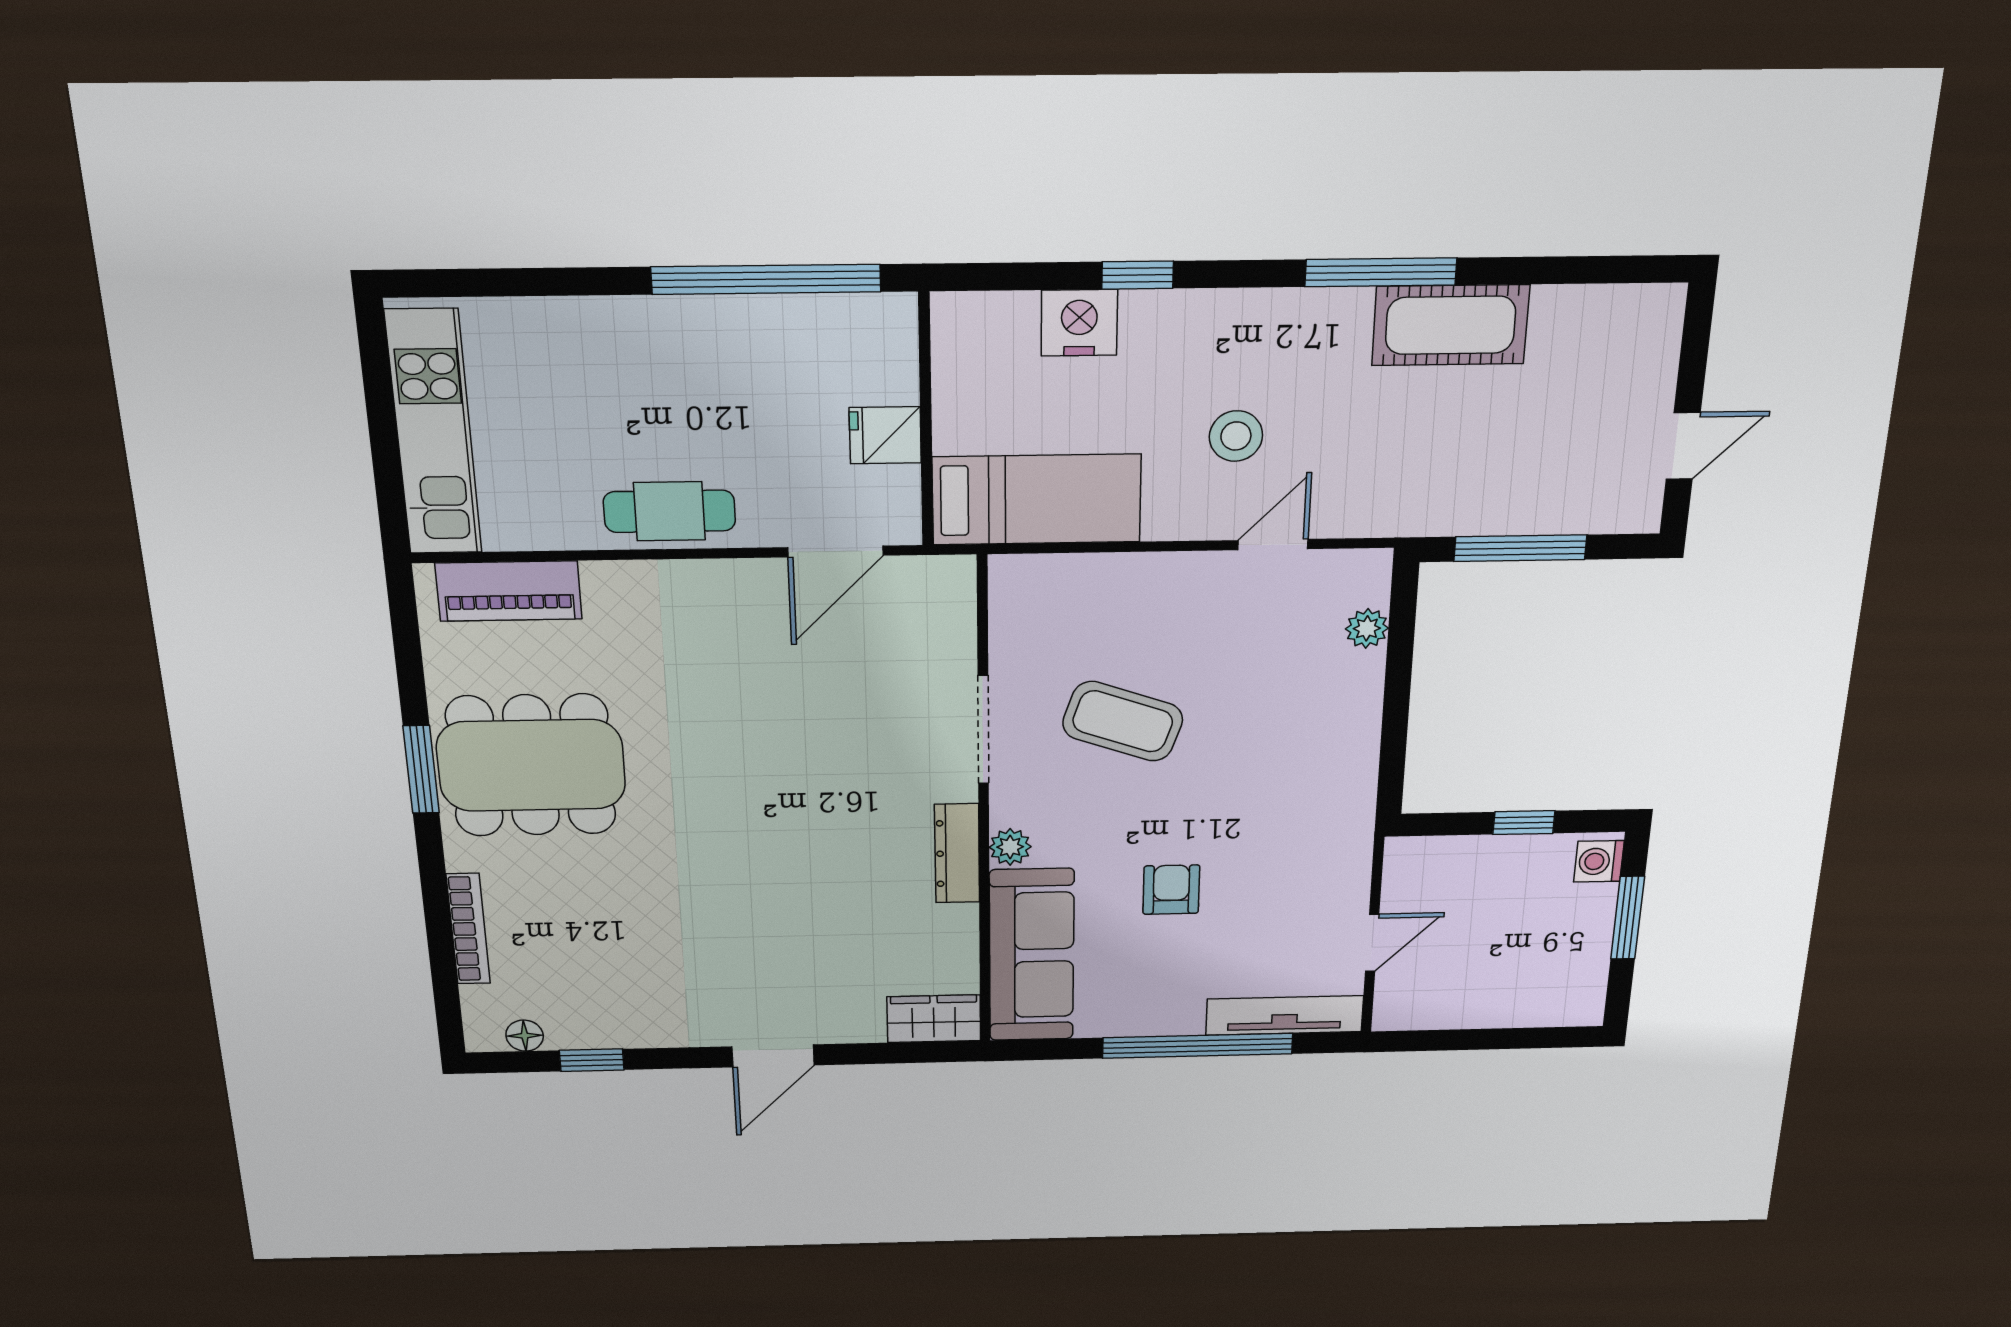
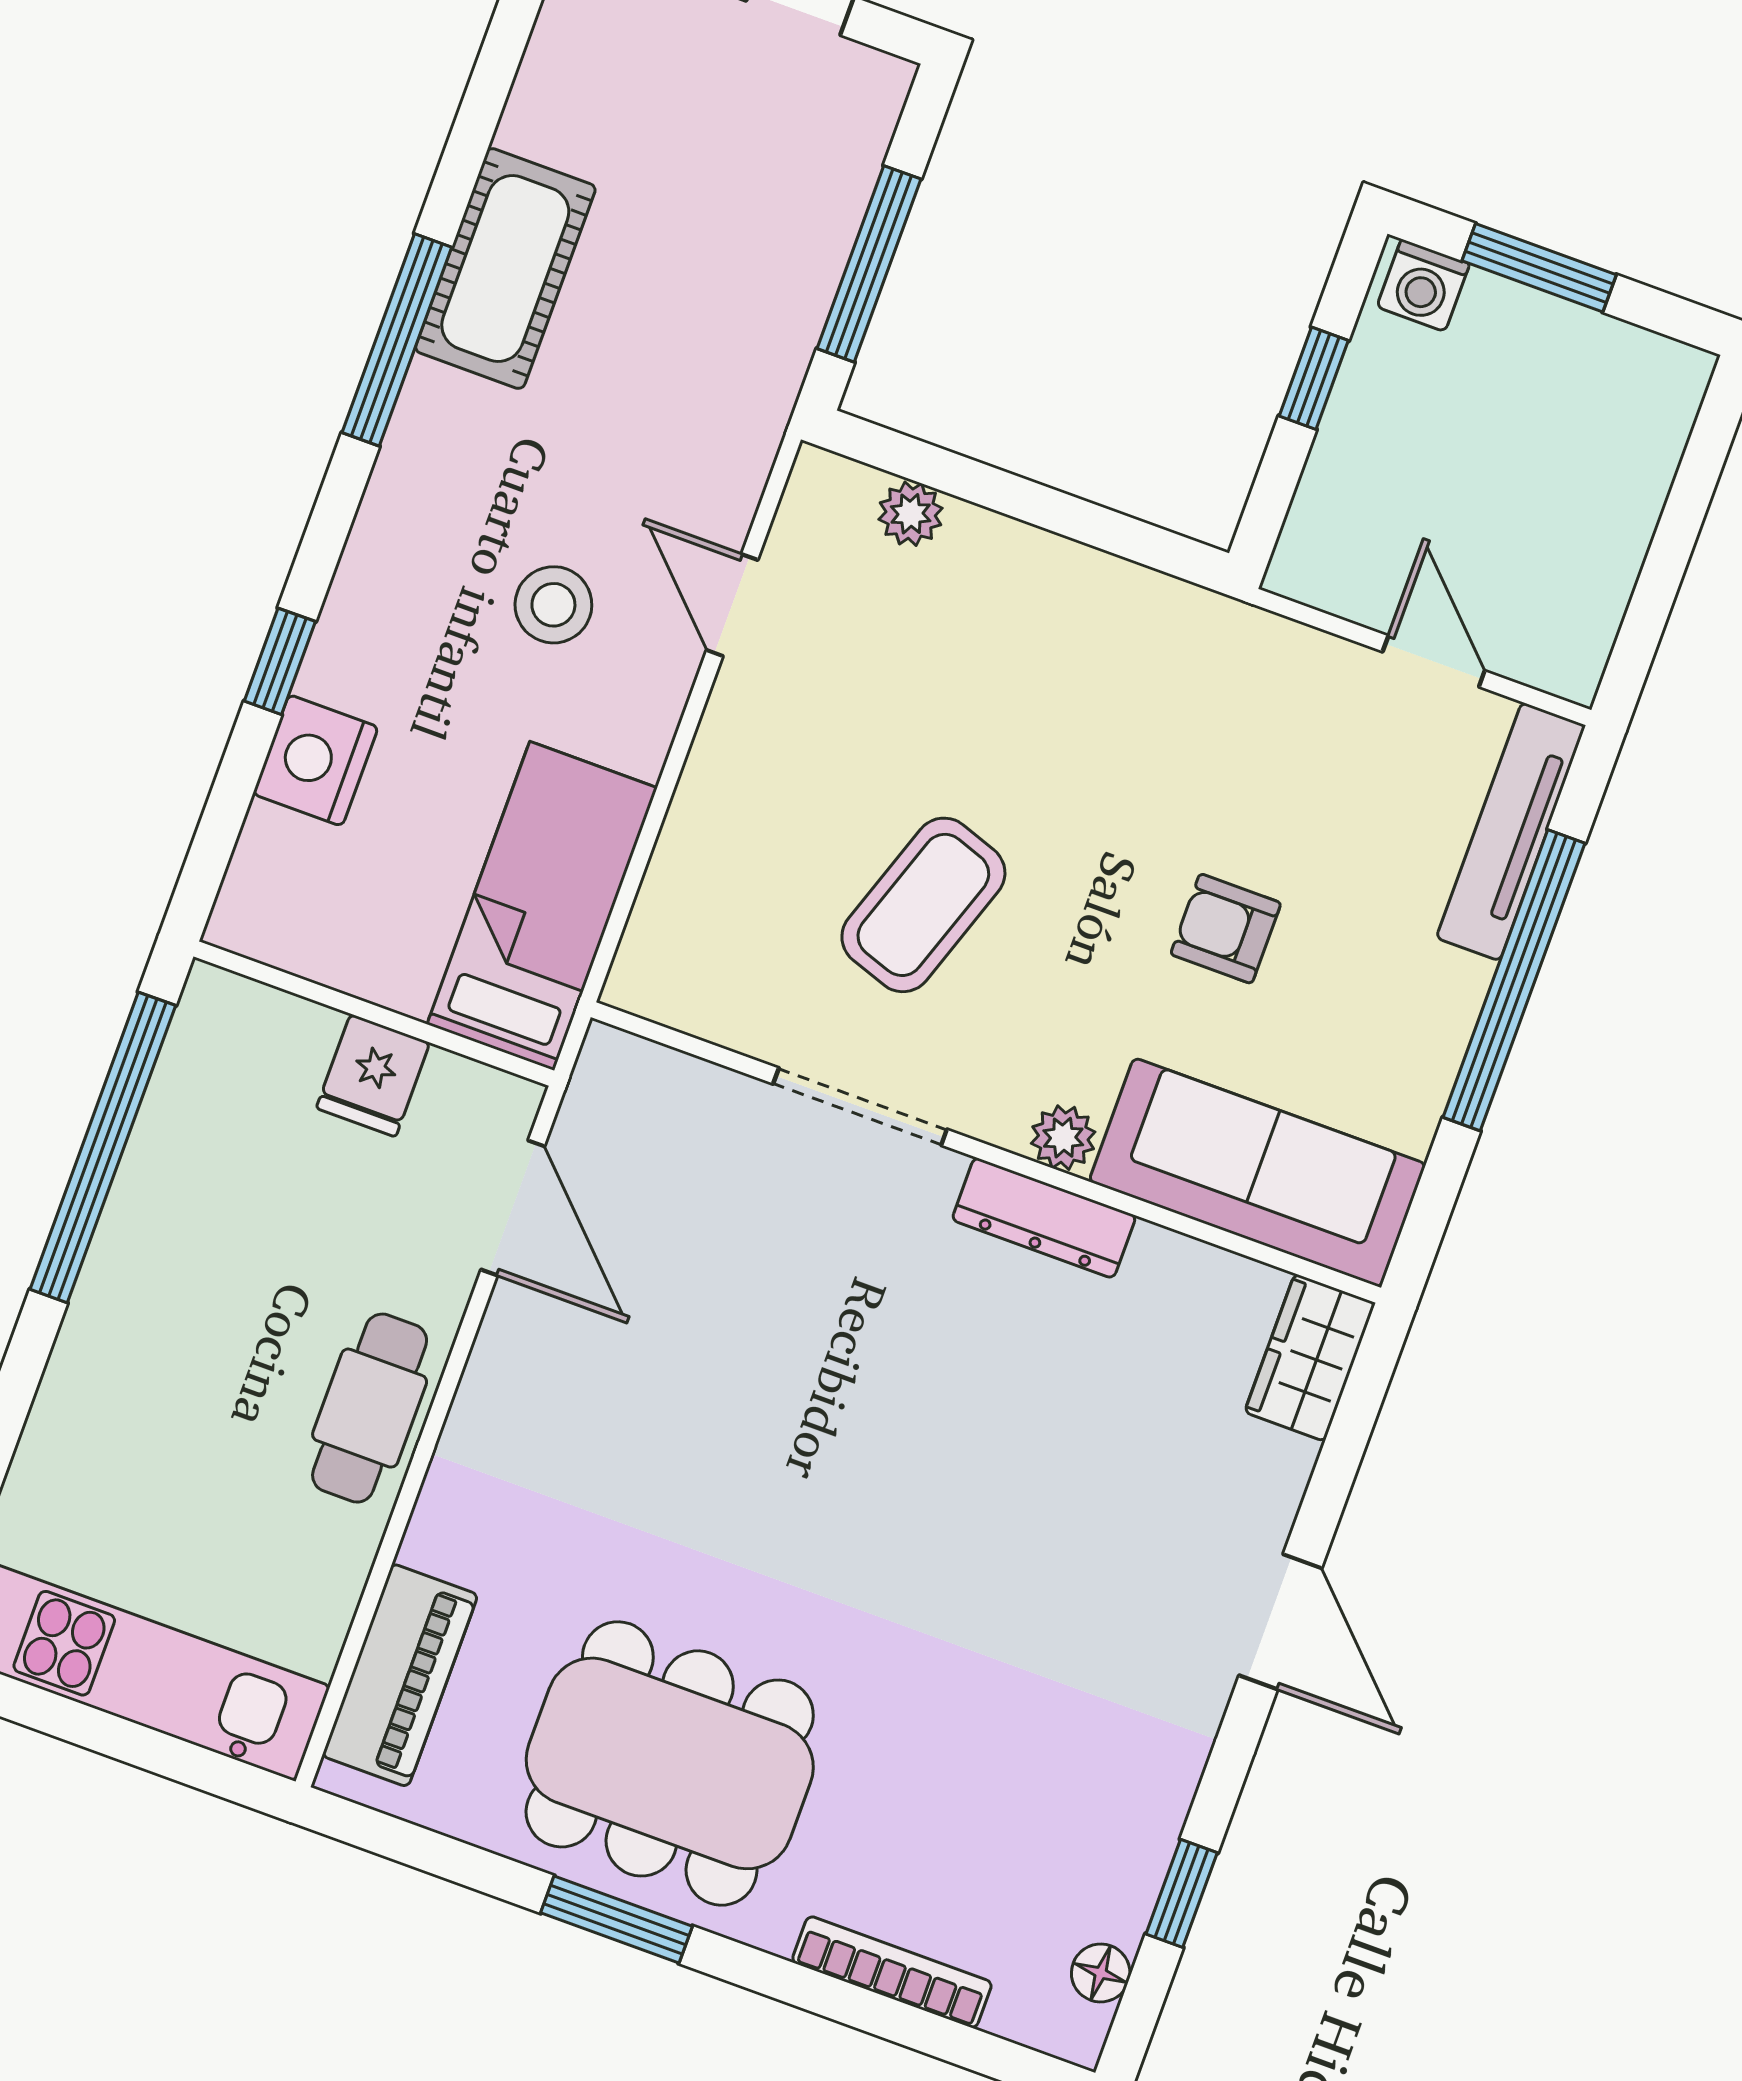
dining table: (531, 765) -> (670, 1763), turned 90

